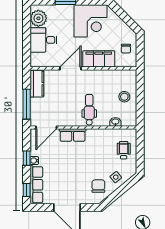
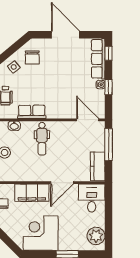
desk: (43, 40) -> (92, 198), moved, turned -90
door: (46, 127) -> (88, 120), hinge flipped
row of seats: (73, 135) -> (32, 112), moved

